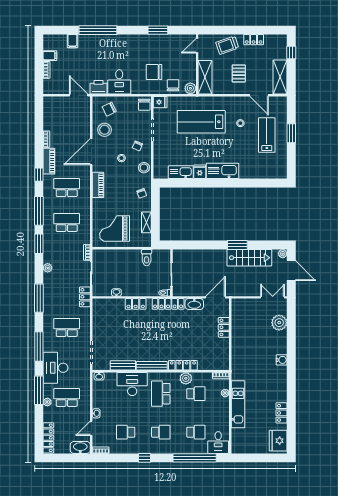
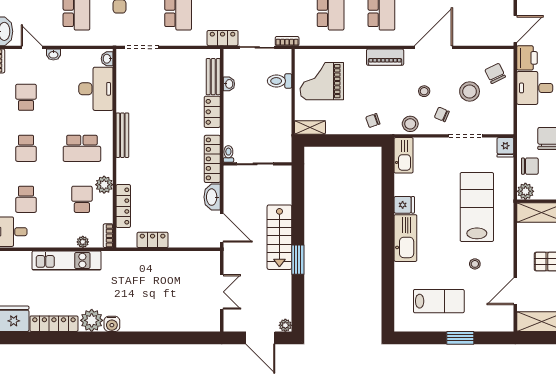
chair: (144, 105) -> (502, 124), removed
stool: (105, 130) -> (470, 91), moved
lab bench: (267, 135) -> (439, 301), moved
door: (91, 152) -> (433, 47), hinge flipped
kitchen sink: (181, 172) -> (404, 155), moved
shelving: (146, 222) -> (310, 127), moved
grand piano: (115, 229) -> (322, 81), turned -90
toilet: (147, 258) -> (280, 81), moved
stairs: (249, 258) -> (279, 237), moved
door: (291, 271) -> (260, 338), hinge flipped
double door: (273, 297) -> (222, 292), moved
plant: (279, 323) -> (92, 320), moved
locker: (224, 327) -> (153, 240), moved
water cooler: (282, 360) -> (112, 324), moved
bench: (123, 365) -> (213, 77), moved
locker: (183, 365) -> (123, 206), moved
desk: (132, 384) -> (96, 89), moved
school desk: (161, 394) -> (82, 148), turned 180
school desk: (196, 394) -> (82, 199), turned 180
locker: (282, 413) -> (54, 324), width x1.53

